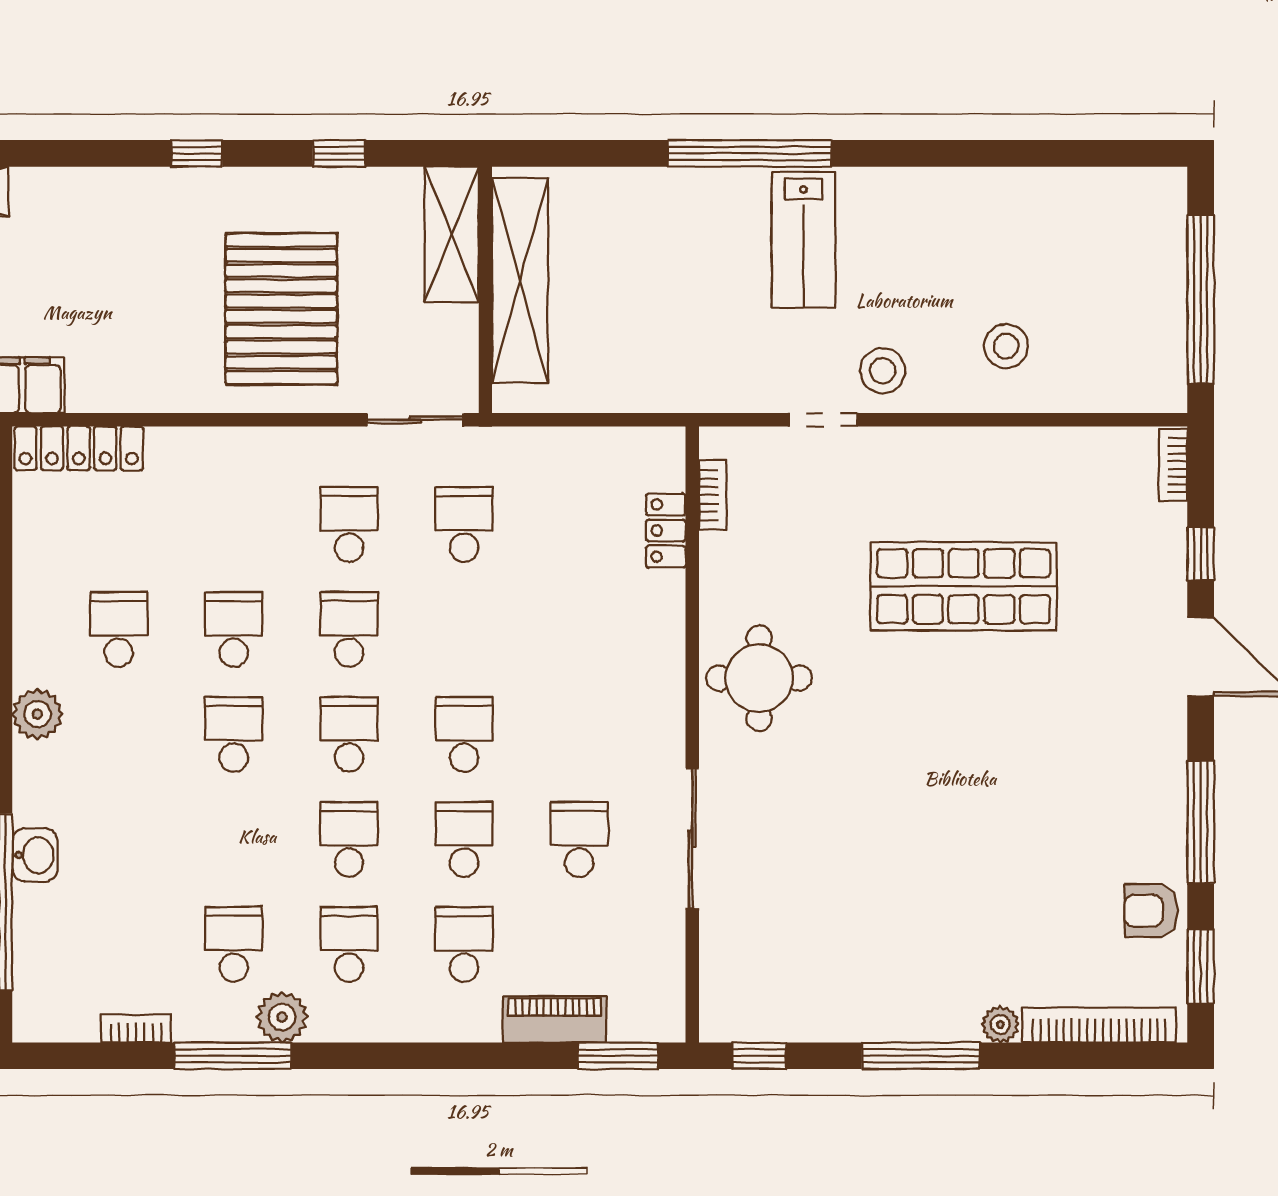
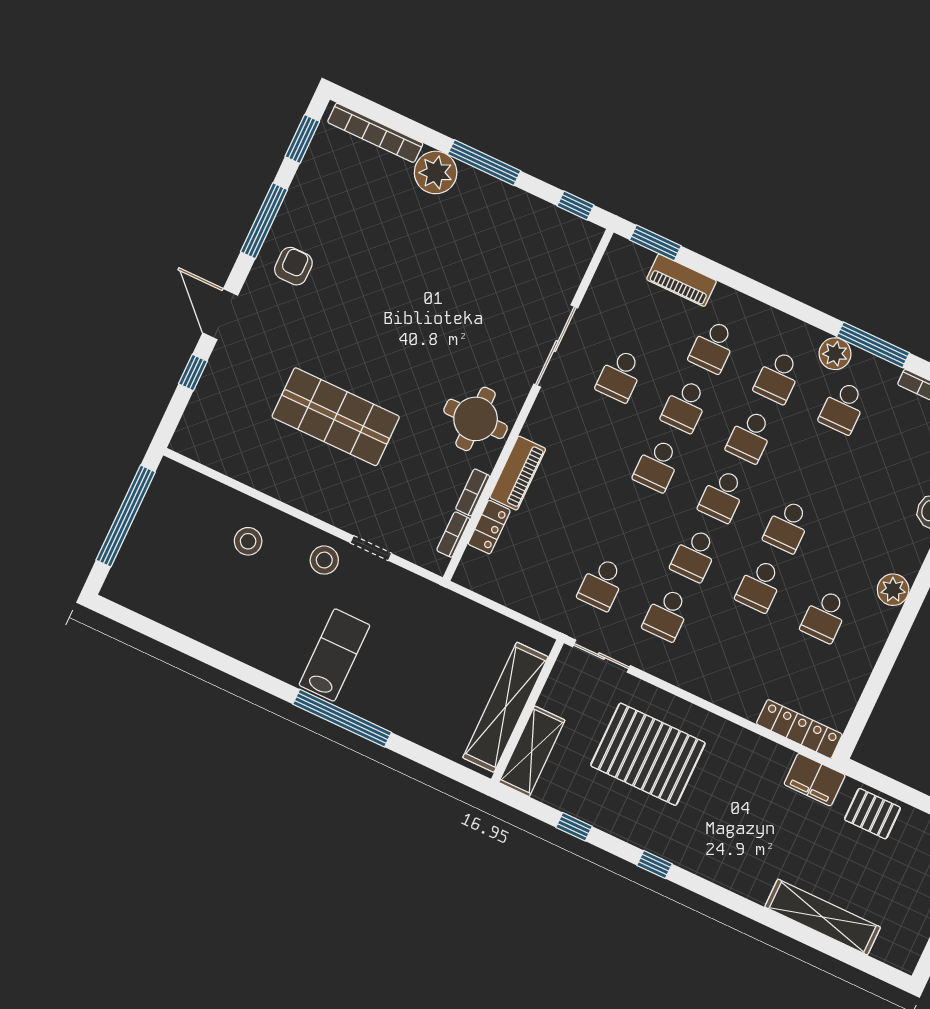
pallet: (281, 309) -> (648, 754), turned 90
bookcase: (1173, 465) -> (473, 492), moved, turned 180
piano: (661, 628) -> (518, 473), added
armchair: (1151, 911) -> (293, 266), moved, turned -90
plant: (1000, 1024) -> (436, 172), width x1.88, depth x1.88

